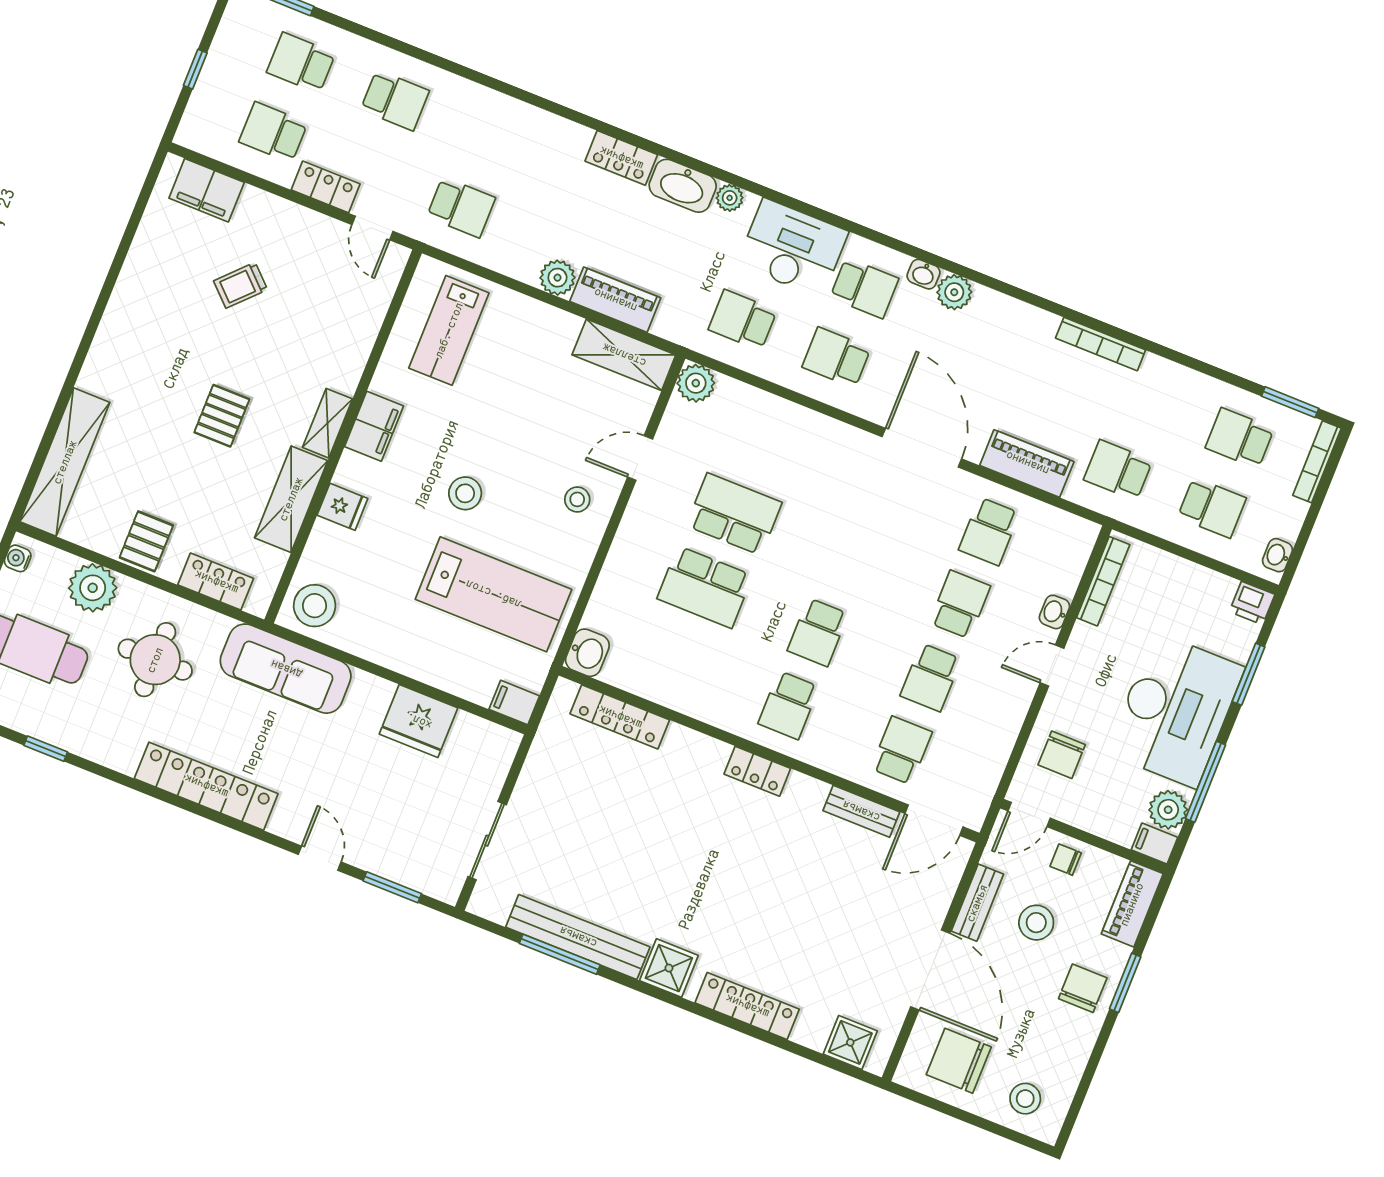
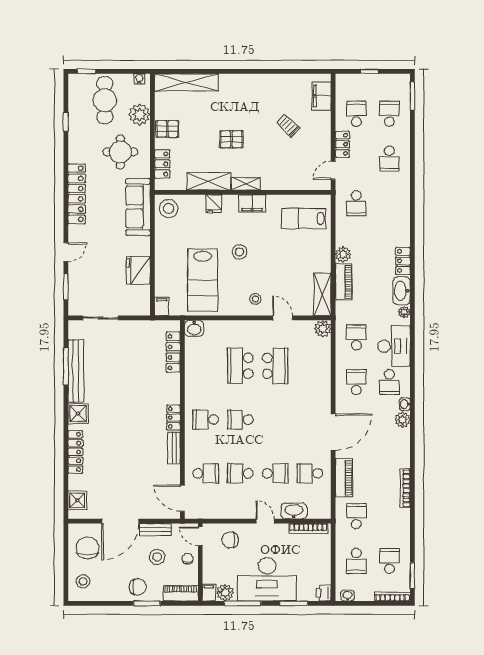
washbasin: (1054, 612) -> (294, 511), width x1.91, depth x1.45
bench: (861, 811) -> (174, 448), moved

